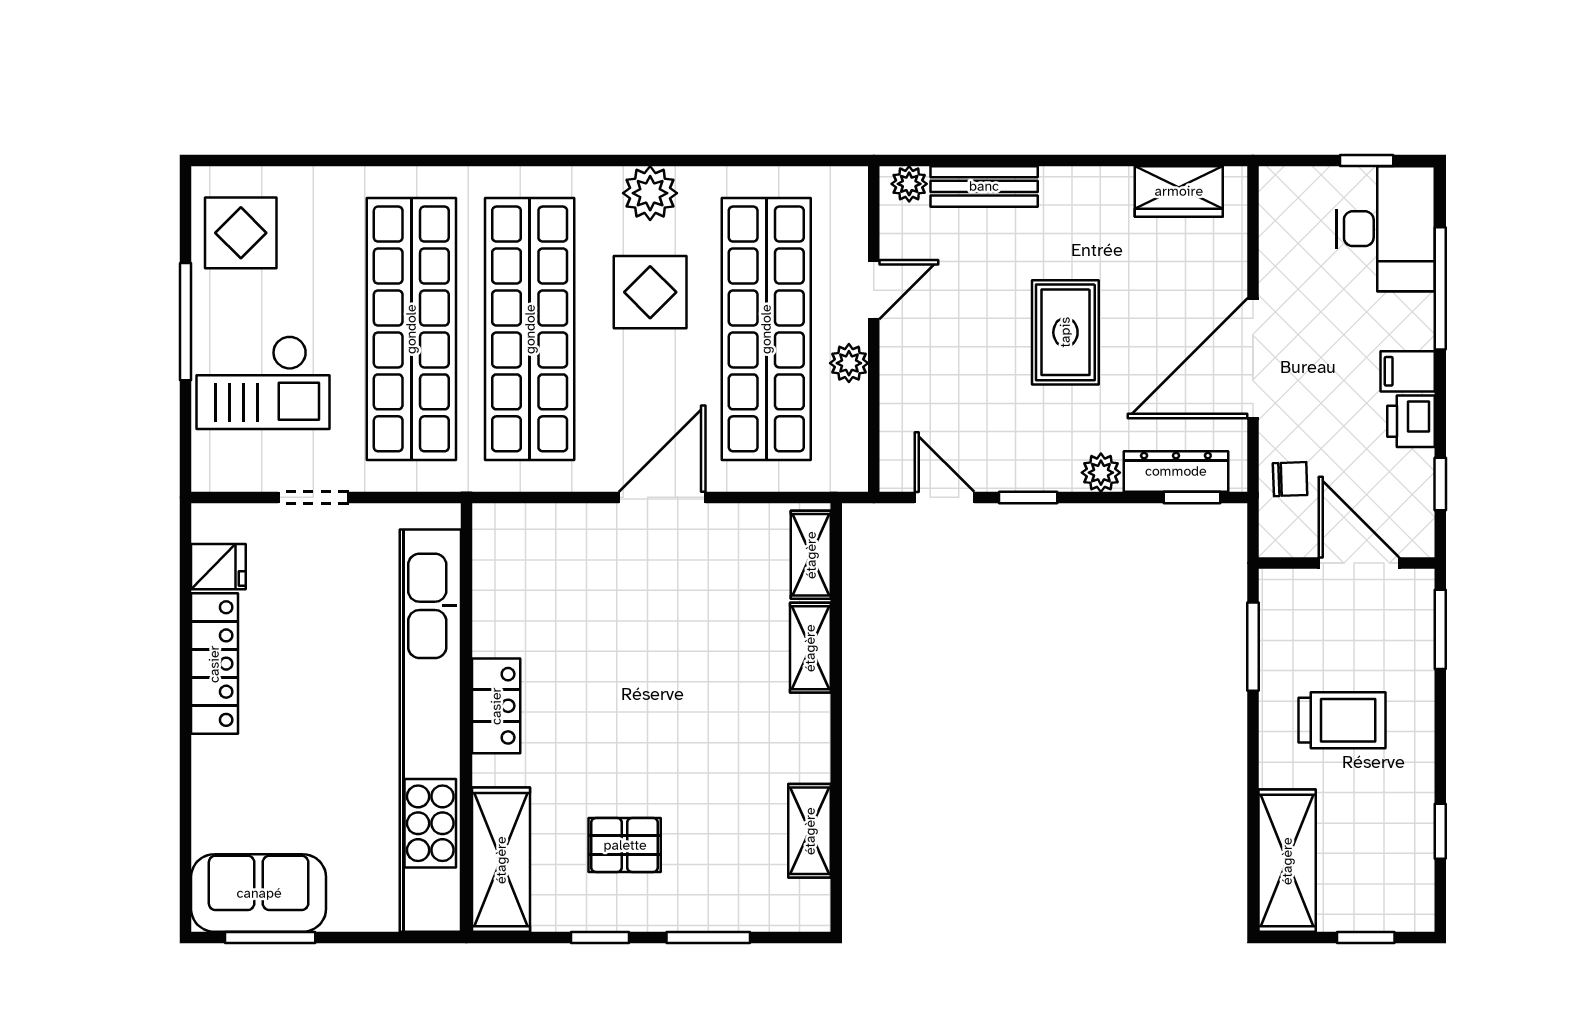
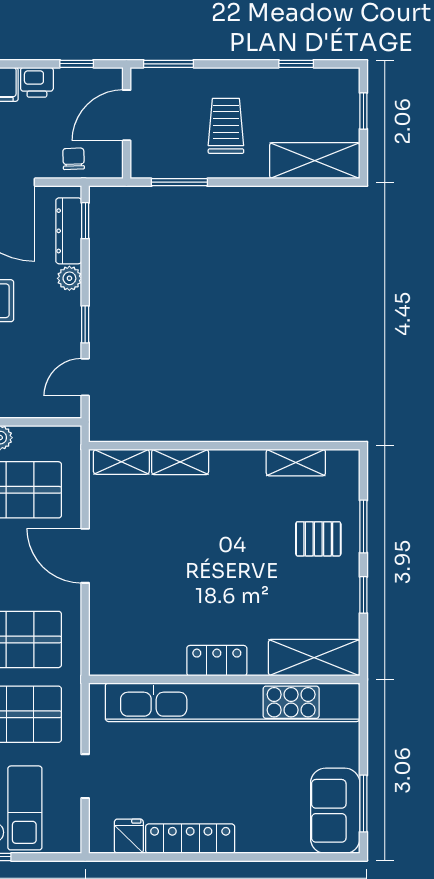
pallet: (625, 845) -> (318, 539), moved, turned 90

